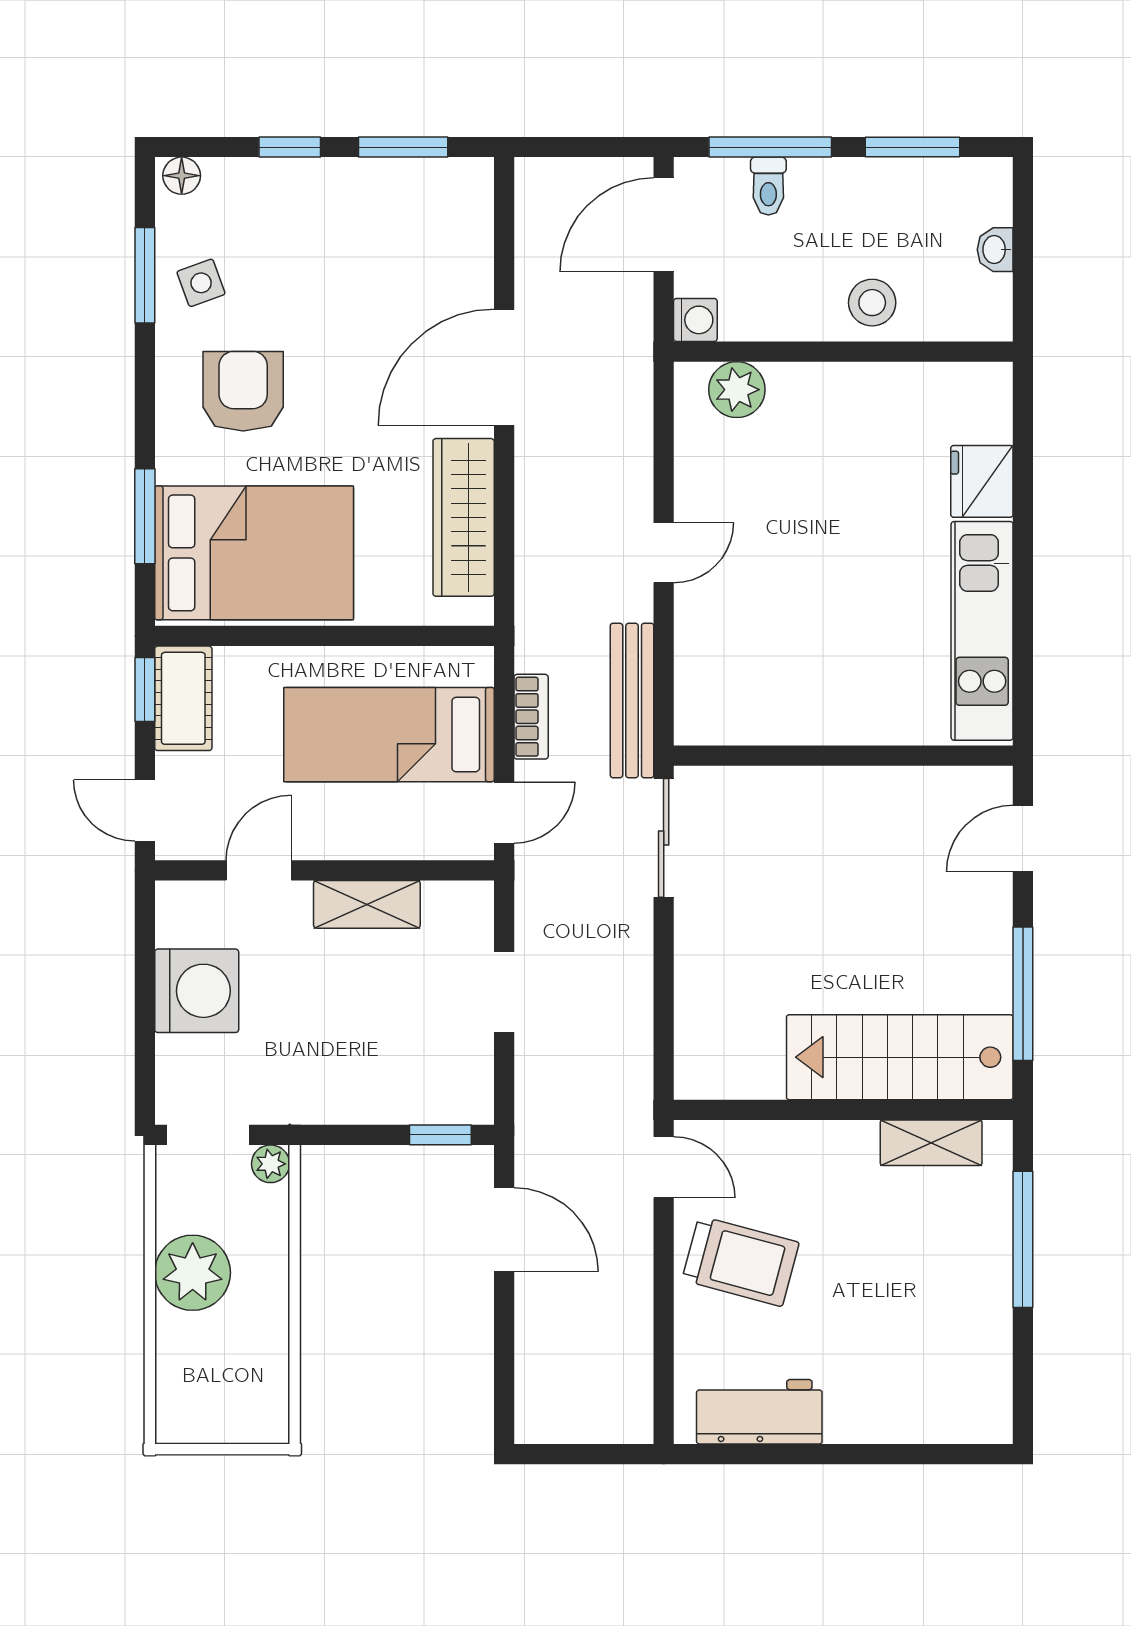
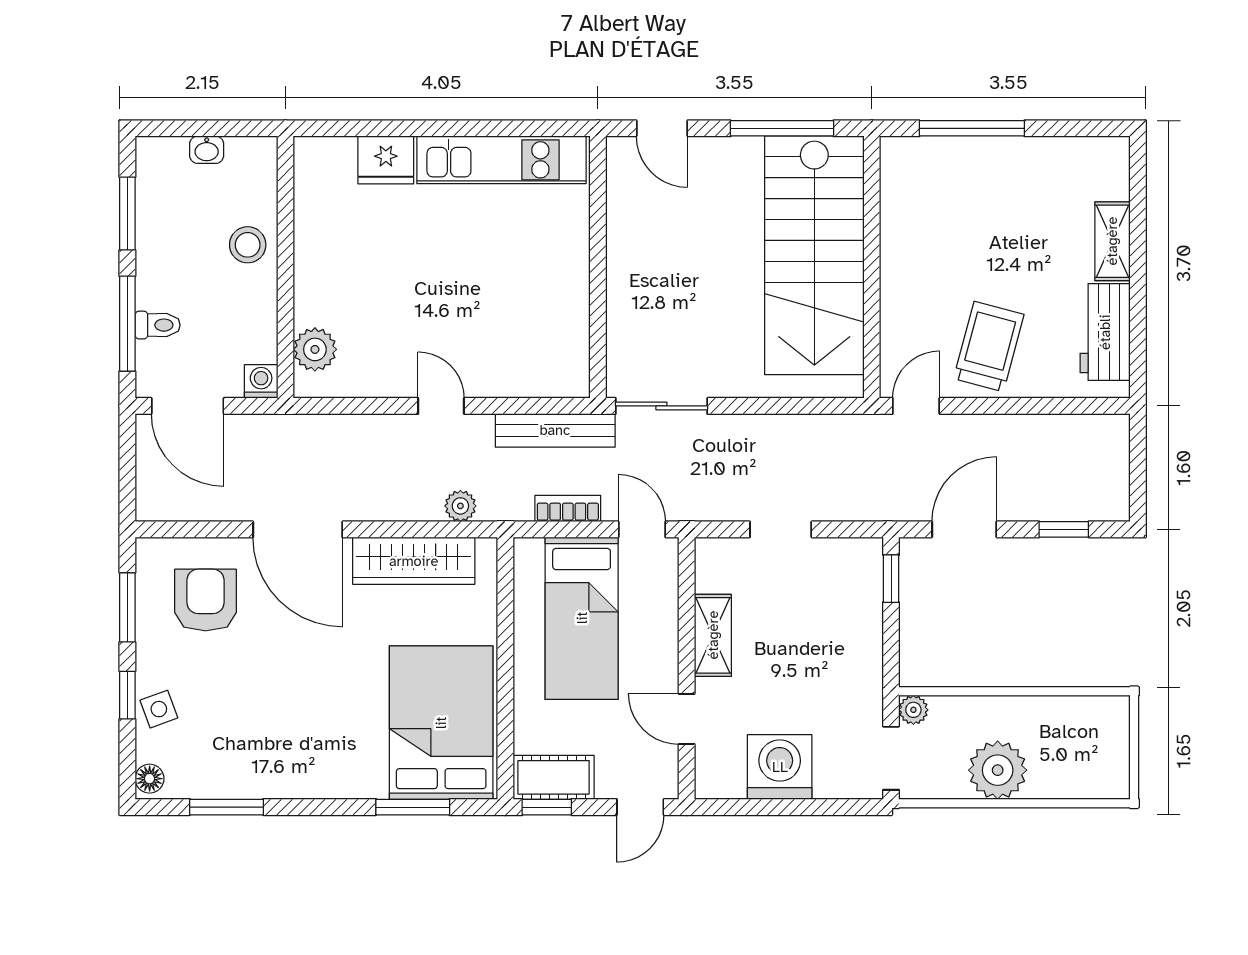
side table: (201, 283) -> (159, 709), moved
armchair: (243, 391) -> (206, 600), moved, turned 90
plant: (534, 578) -> (460, 506), added
stairs: (900, 1057) -> (814, 255), width x1.36, depth x1.51
shelving: (931, 1143) -> (1112, 241), moved
window: (504, 1358) -> (1064, 529), added

